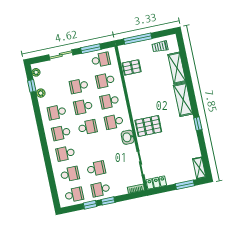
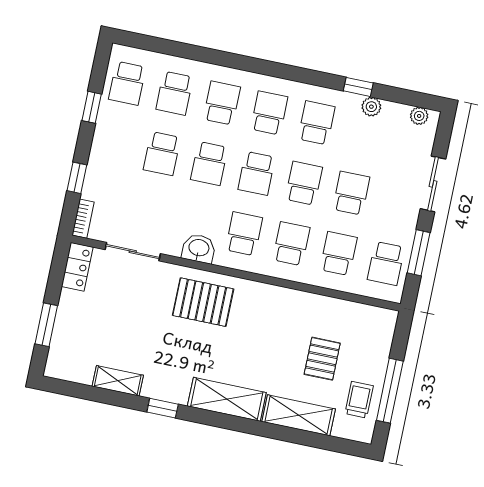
window: (138, 39) -> (390, 391), moved
pallet: (132, 67) -> (322, 359), moved
window: (32, 86) -> (358, 87), moved
pallet: (148, 126) -> (203, 302), turned 90
shelving: (199, 168) -> (118, 381), moved
school desk: (101, 189) -> (209, 163), moved, turned 180
window: (108, 201) -> (77, 178), moved

